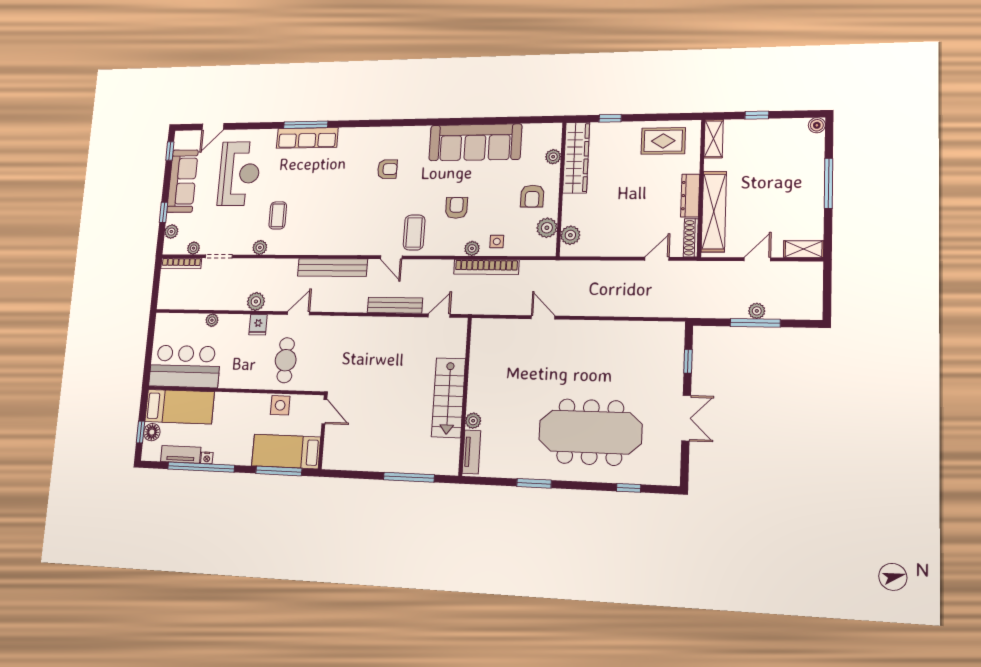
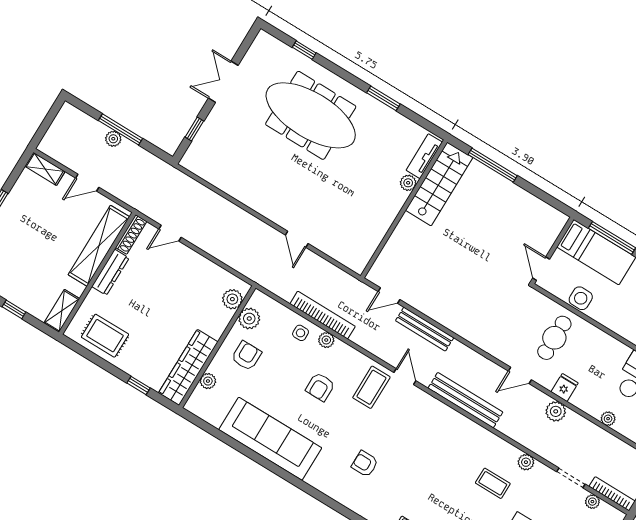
coffee table: (278, 215) -> (493, 483), turned 90
stairs: (448, 398) -> (439, 184), moved

